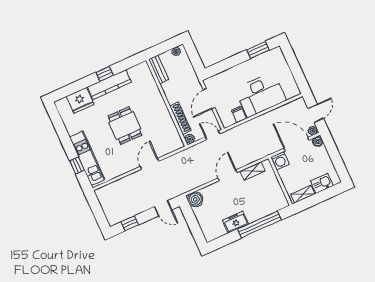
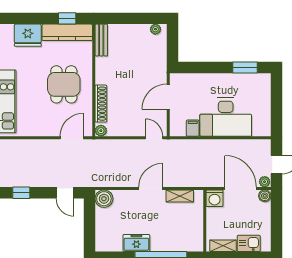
bench: (159, 69) -> (101, 40), moved
wall: (167, 103) -> (94, 80), moved
shoe rack: (180, 118) -> (101, 104), moved
plant: (190, 139) -> (101, 131), moved

